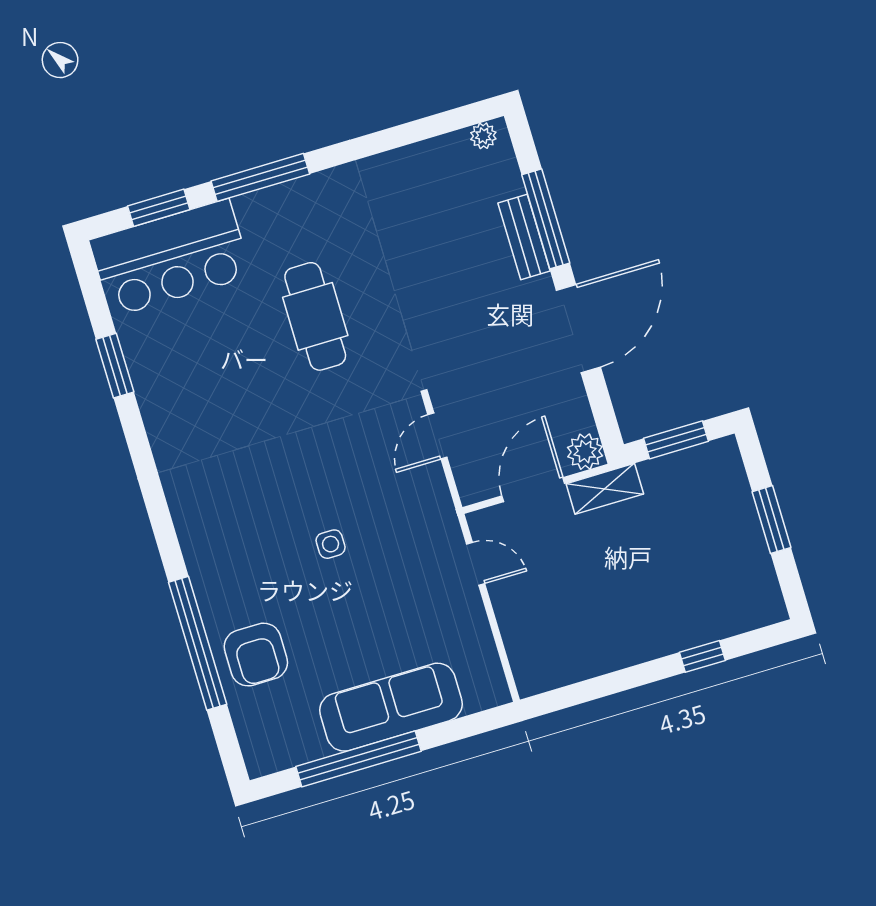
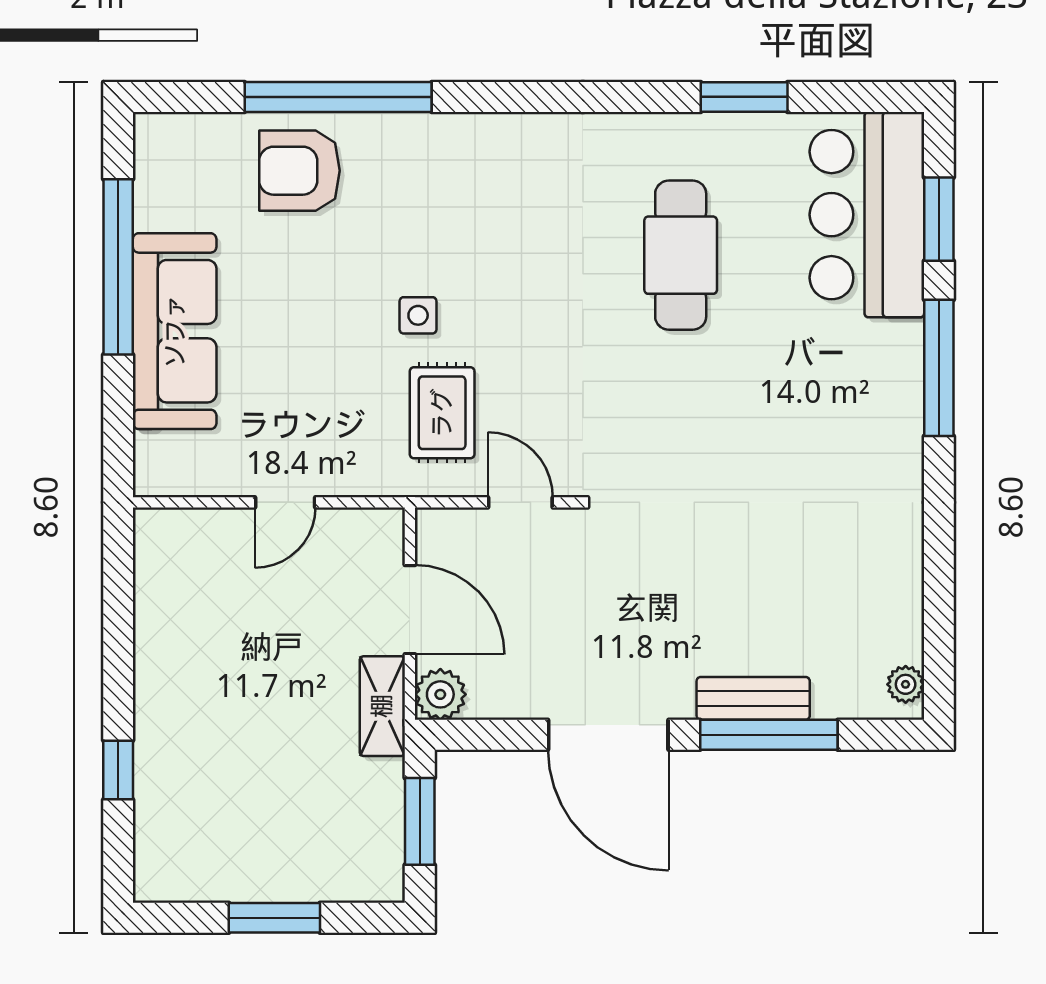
cafe table: (315, 316) -> (681, 255), moved, turned 90
rug: (392, 508) -> (442, 413), added
door: (476, 564) -> (285, 502), moved

